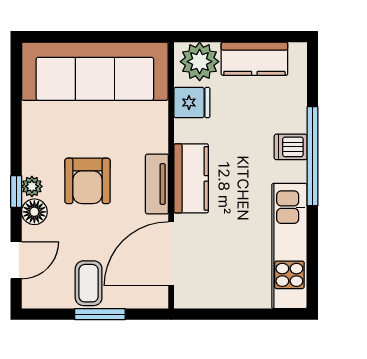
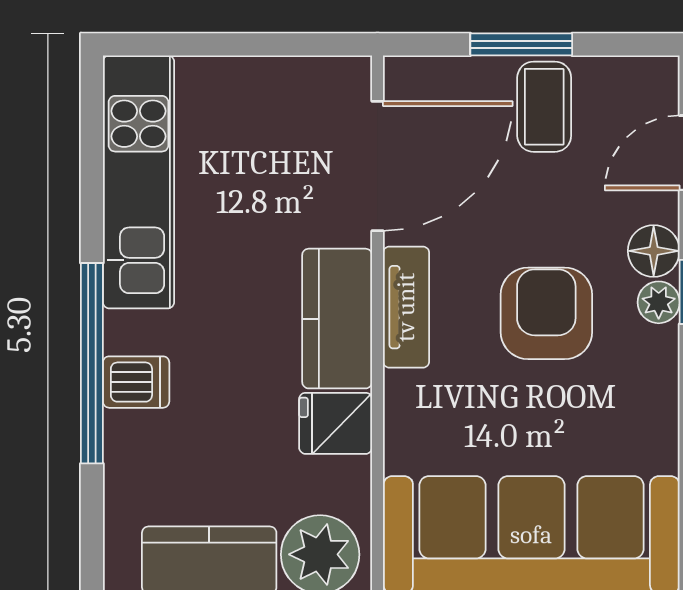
fridge: (192, 103) -> (336, 423), moved

